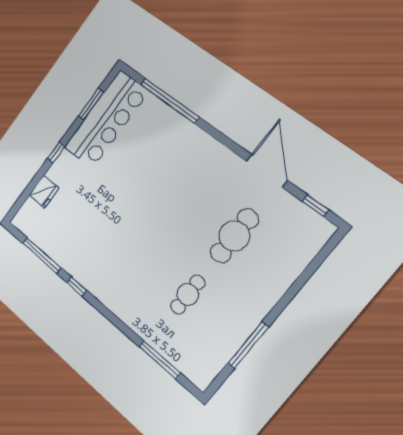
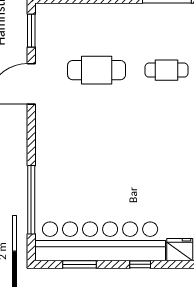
bar counter: (106, 120) -> (100, 241), width x1.36
window: (315, 206) -> (31, 31), width x1.50

